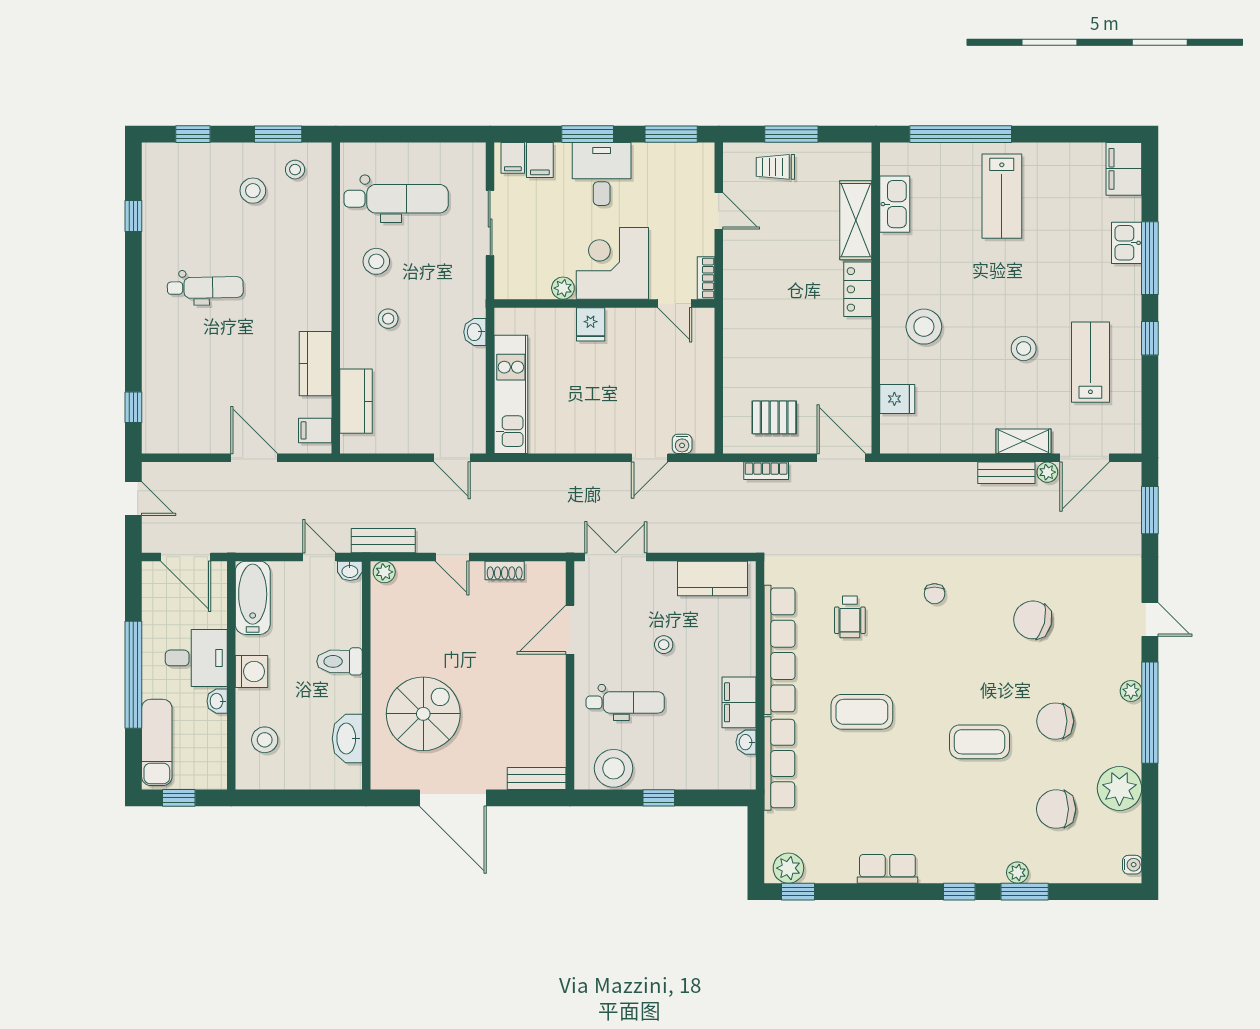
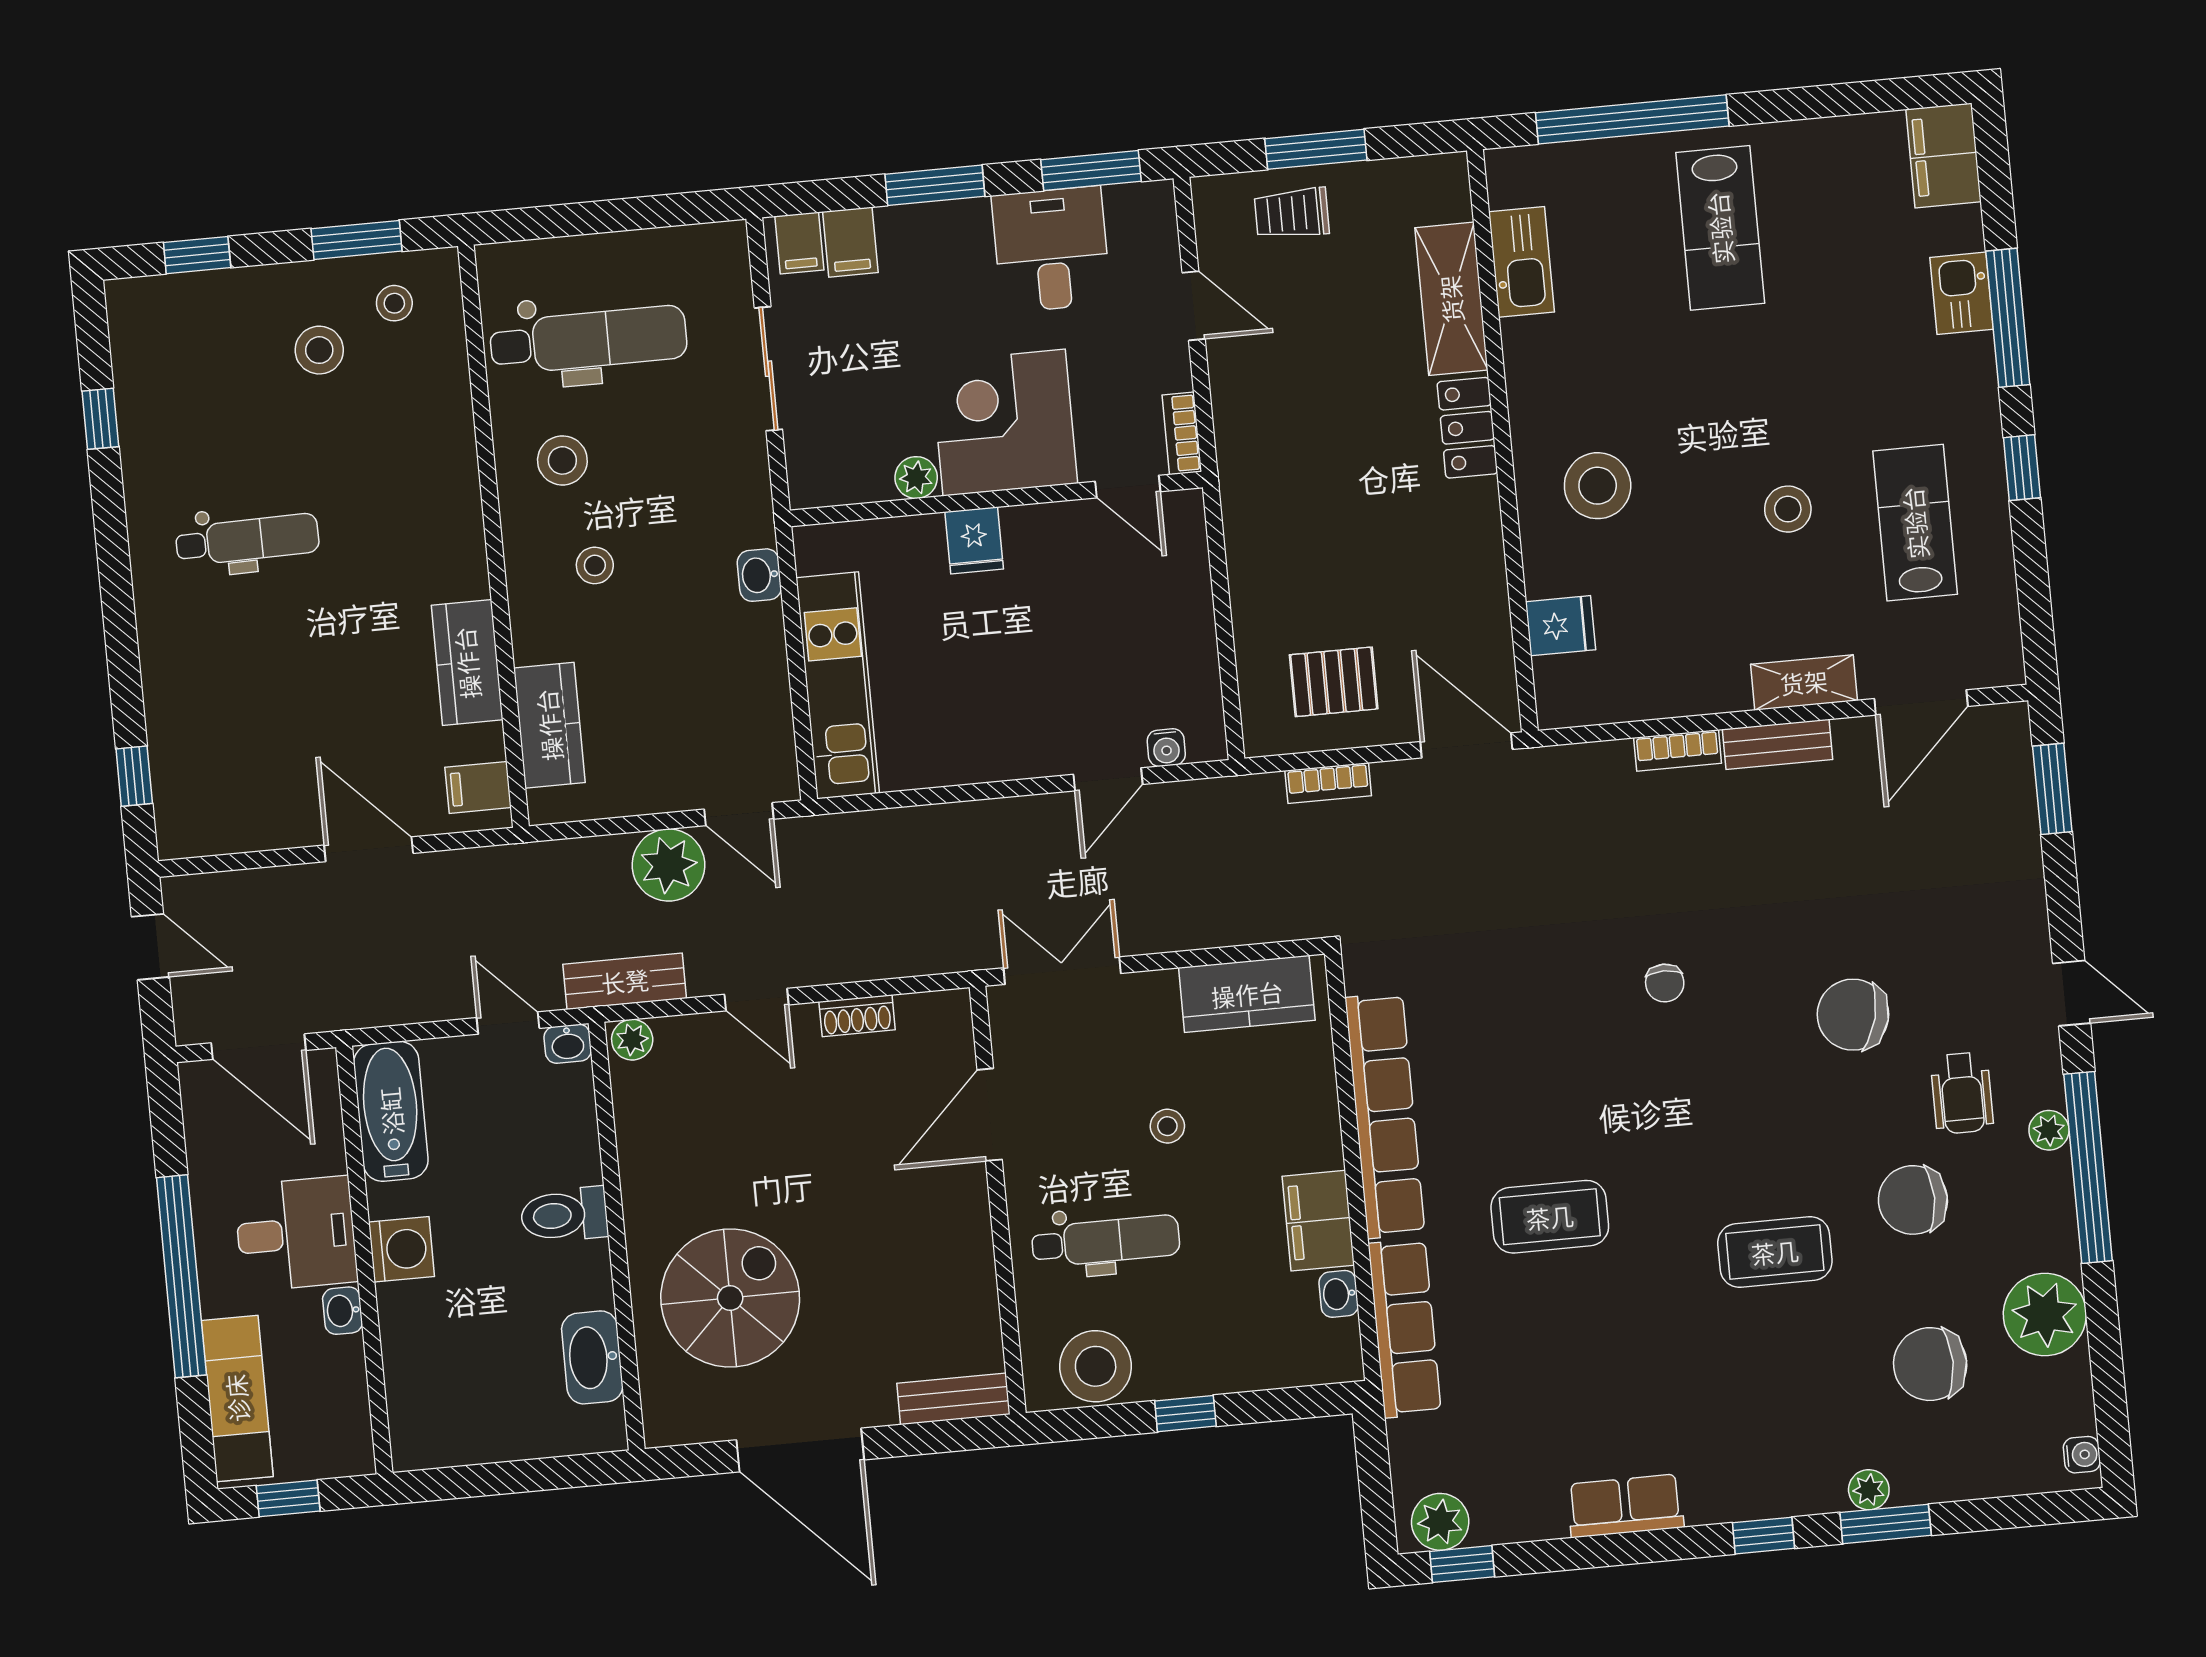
desk: (602, 174) -> (1051, 249), moved
bookcase: (953, 471) -> (1678, 750), added
plant: (1047, 472) -> (668, 865), moved, width x1.87, depth x1.87
wheelchair: (850, 617) -> (1962, 1093), moved
stool: (265, 740) -> (438, 1375), removed

